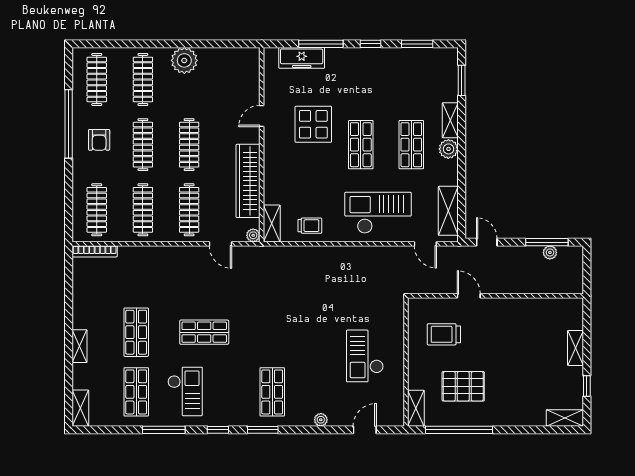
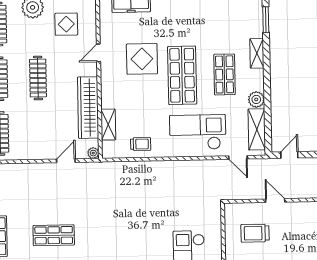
display table: (224, 81) -> (66, 24), added
shop shelf: (361, 145) -> (182, 75), width x1.43, depth x1.36
plant: (448, 149) -> (256, 99), moved
clothes rail: (189, 210) -> (39, 133), removed
shelving: (272, 223) -> (108, 125), moved
door: (487, 242) -> (289, 155), hinge flipped
door: (220, 244) -> (66, 161), swing flipped

